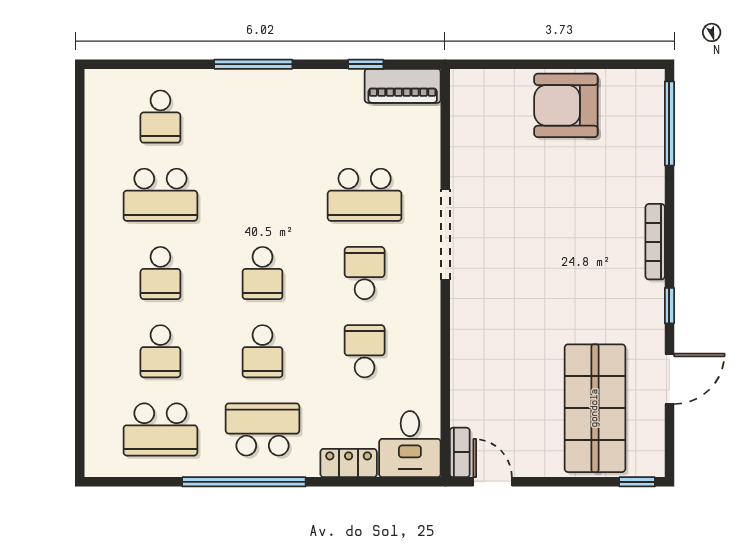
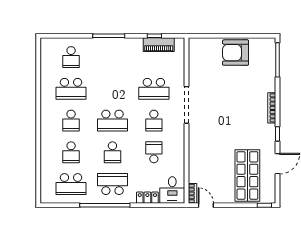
piano: (403, 86) -> (159, 45), moved
school desk: (262, 273) -> (112, 121), width x1.85
school desk: (365, 273) -> (154, 121), turned 180

